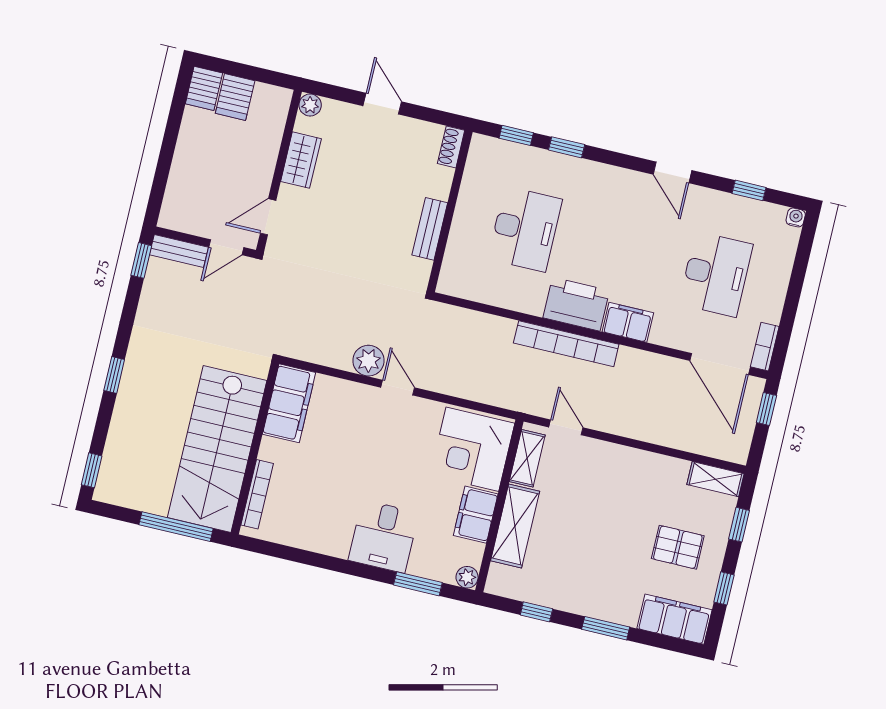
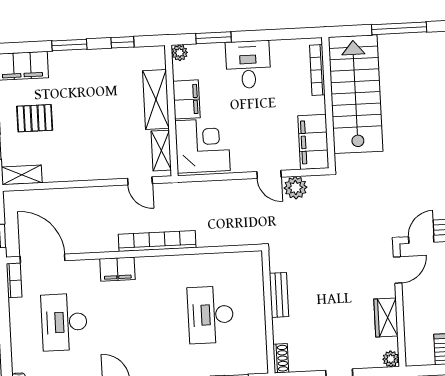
printer: (576, 304) -> (158, 271), removed
filing cabinet: (289, 403) -> (313, 142), moved
wall: (255, 448) -> (329, 103), moved
stairs: (217, 449) -> (355, 94), moved
bookcase: (257, 494) -> (317, 70), moved

